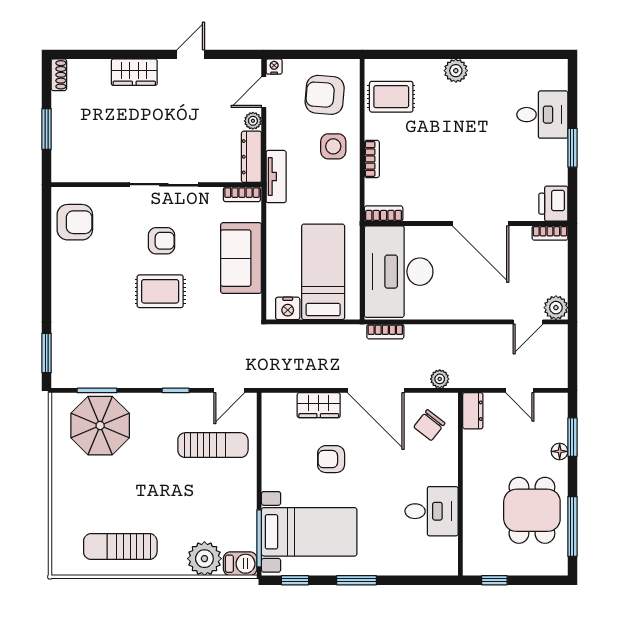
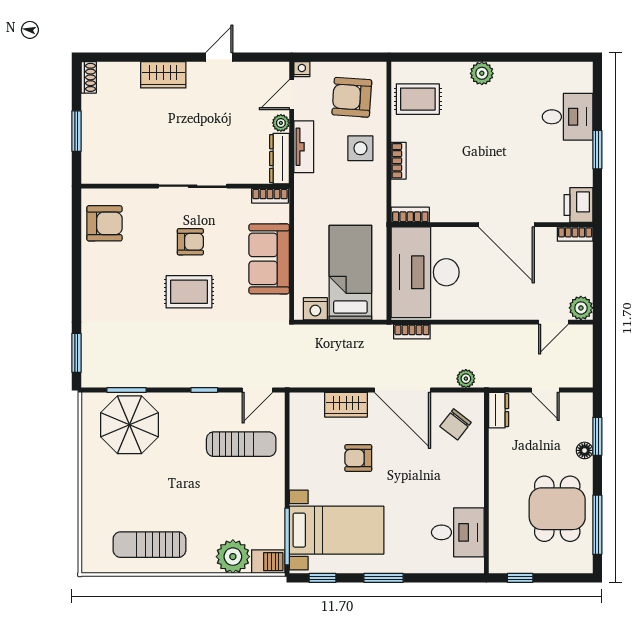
tv unit: (276, 177) -> (304, 147), moved
desk: (432, 511) -> (458, 532), moved

